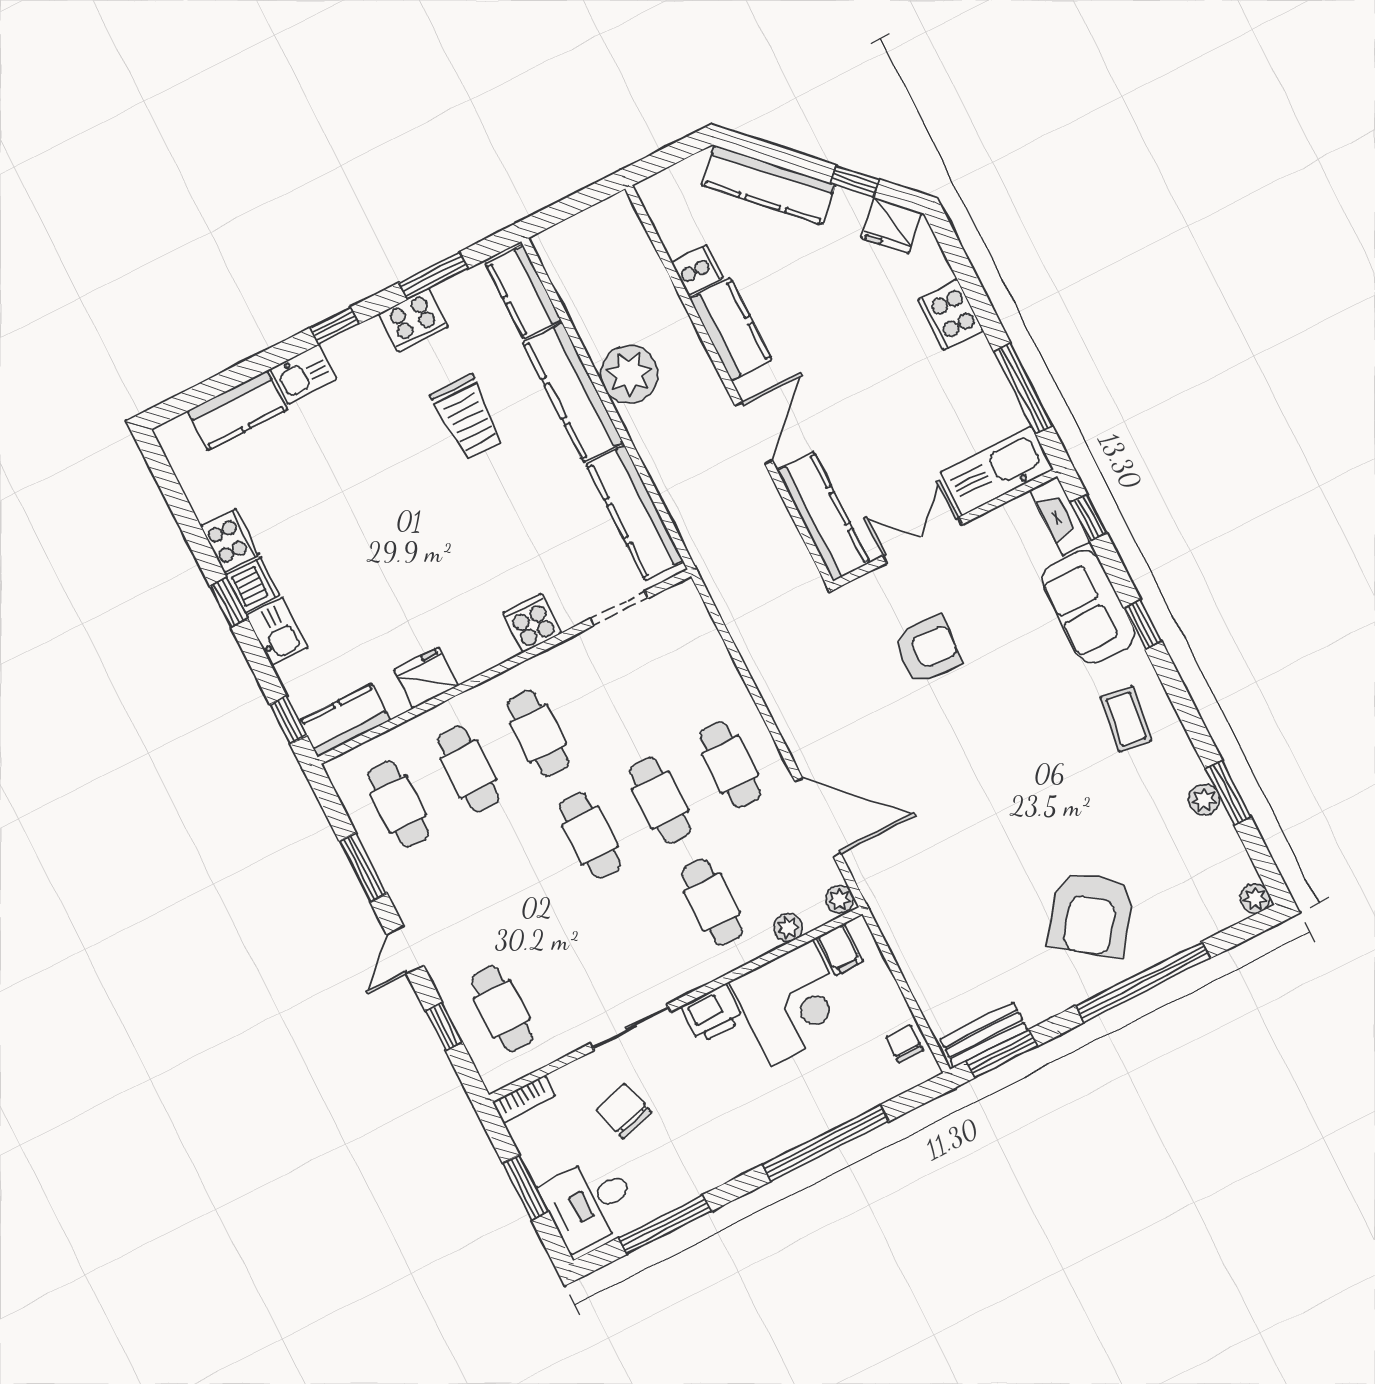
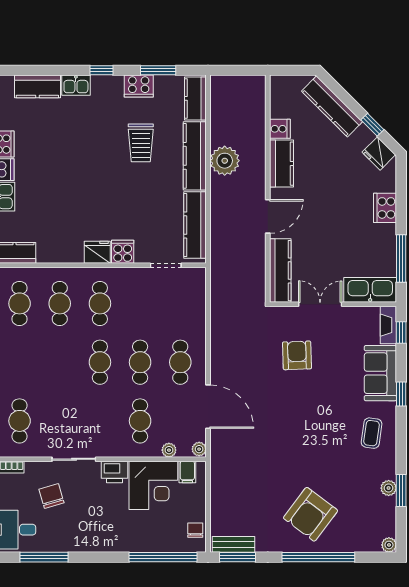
armchair: (927, 649) -> (297, 355), turned -95
fridge: (426, 678) -> (97, 252), moved
window: (825, 1143) -> (163, 557), moved

